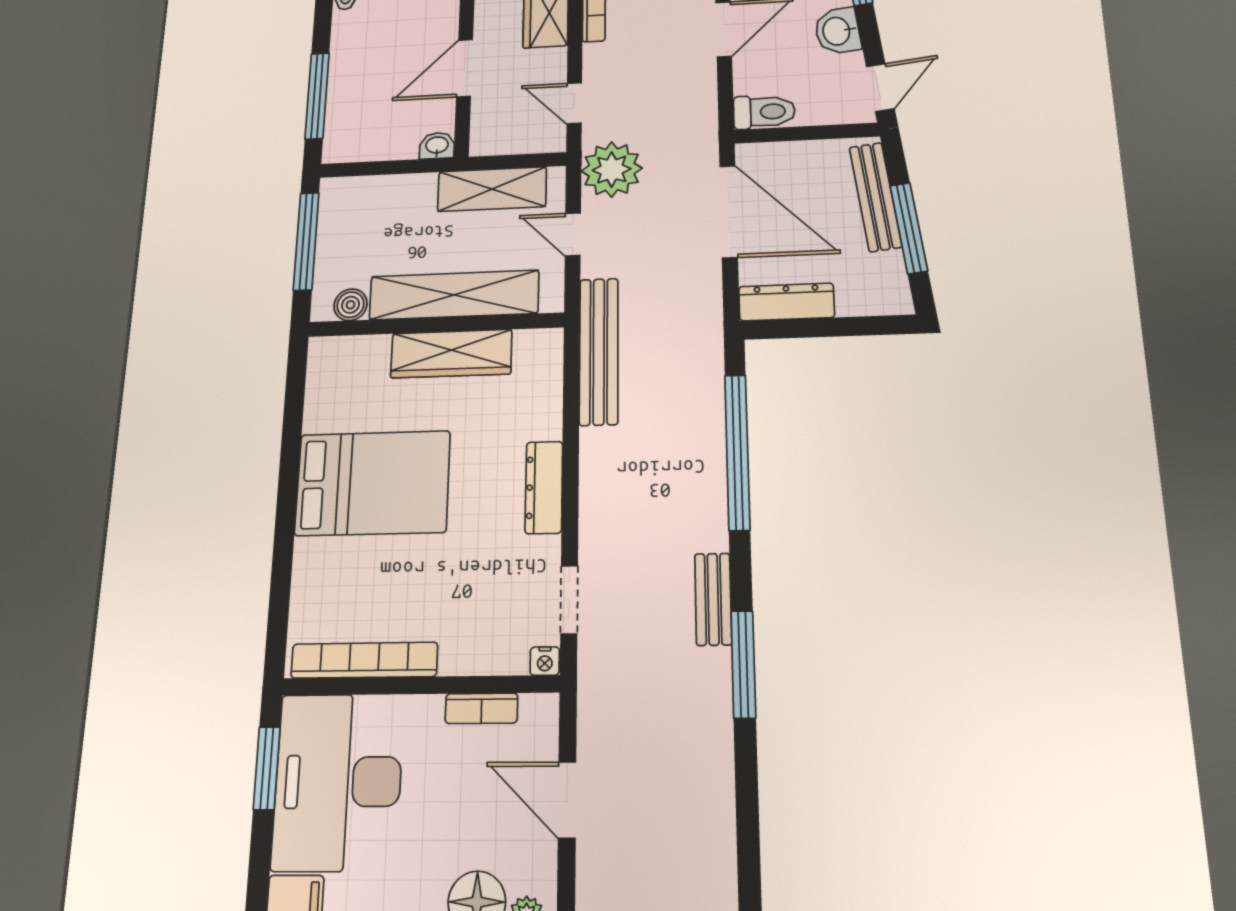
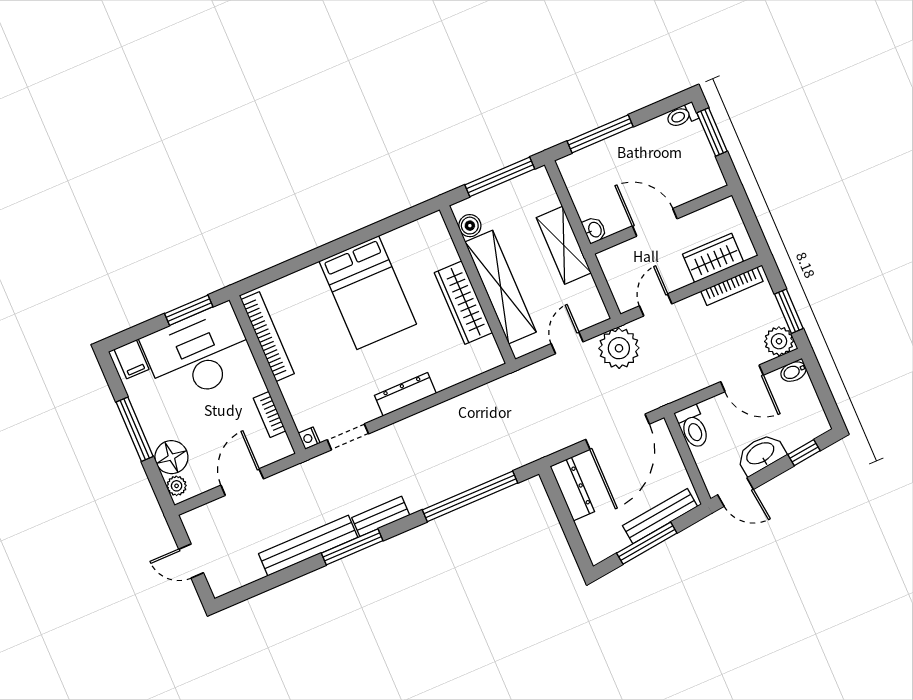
washbasin: (837, 31) -> (761, 454), width x1.38
shelving: (492, 189) -> (564, 245), moved
bench: (599, 351) -> (308, 546), moved

